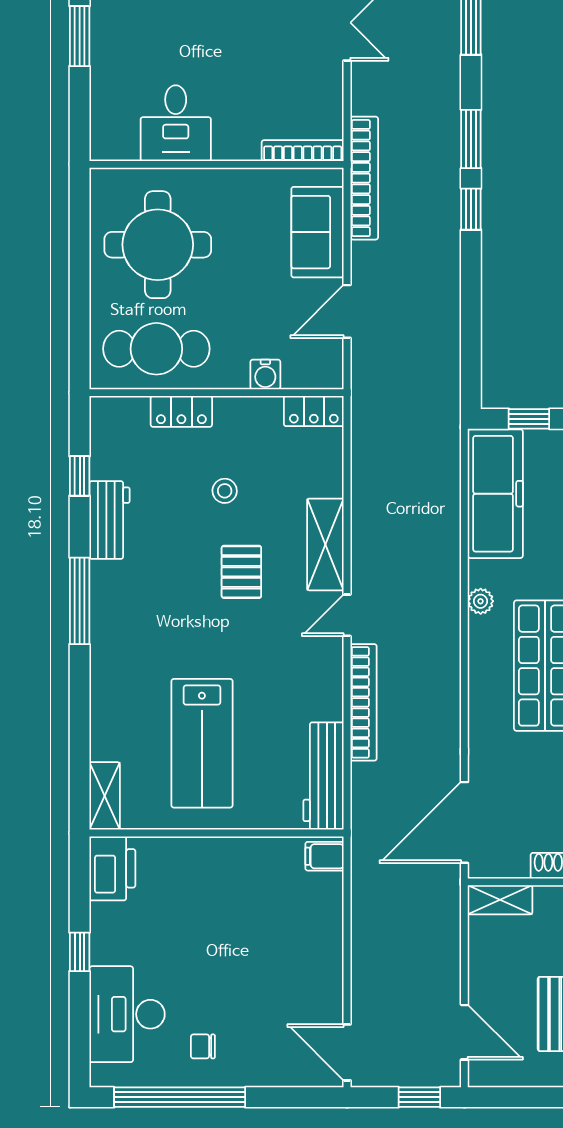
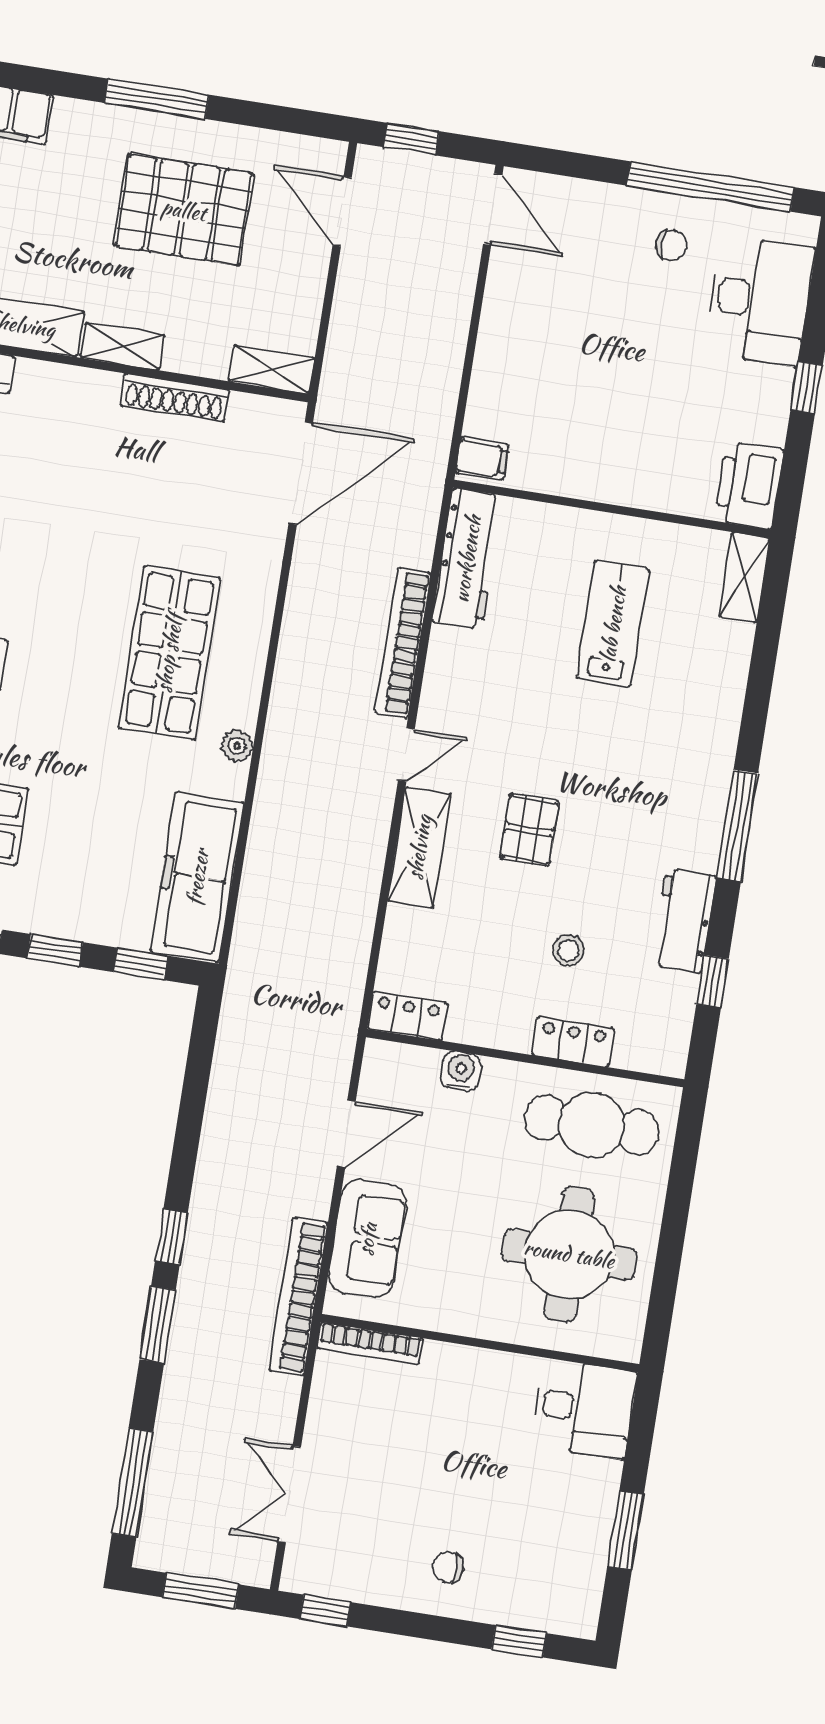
desk: (176, 123) -> (584, 1409), moved, turned 90
stool: (225, 491) -> (568, 950), moved
lab bench: (202, 743) -> (613, 624), width x0.73, depth x0.72

